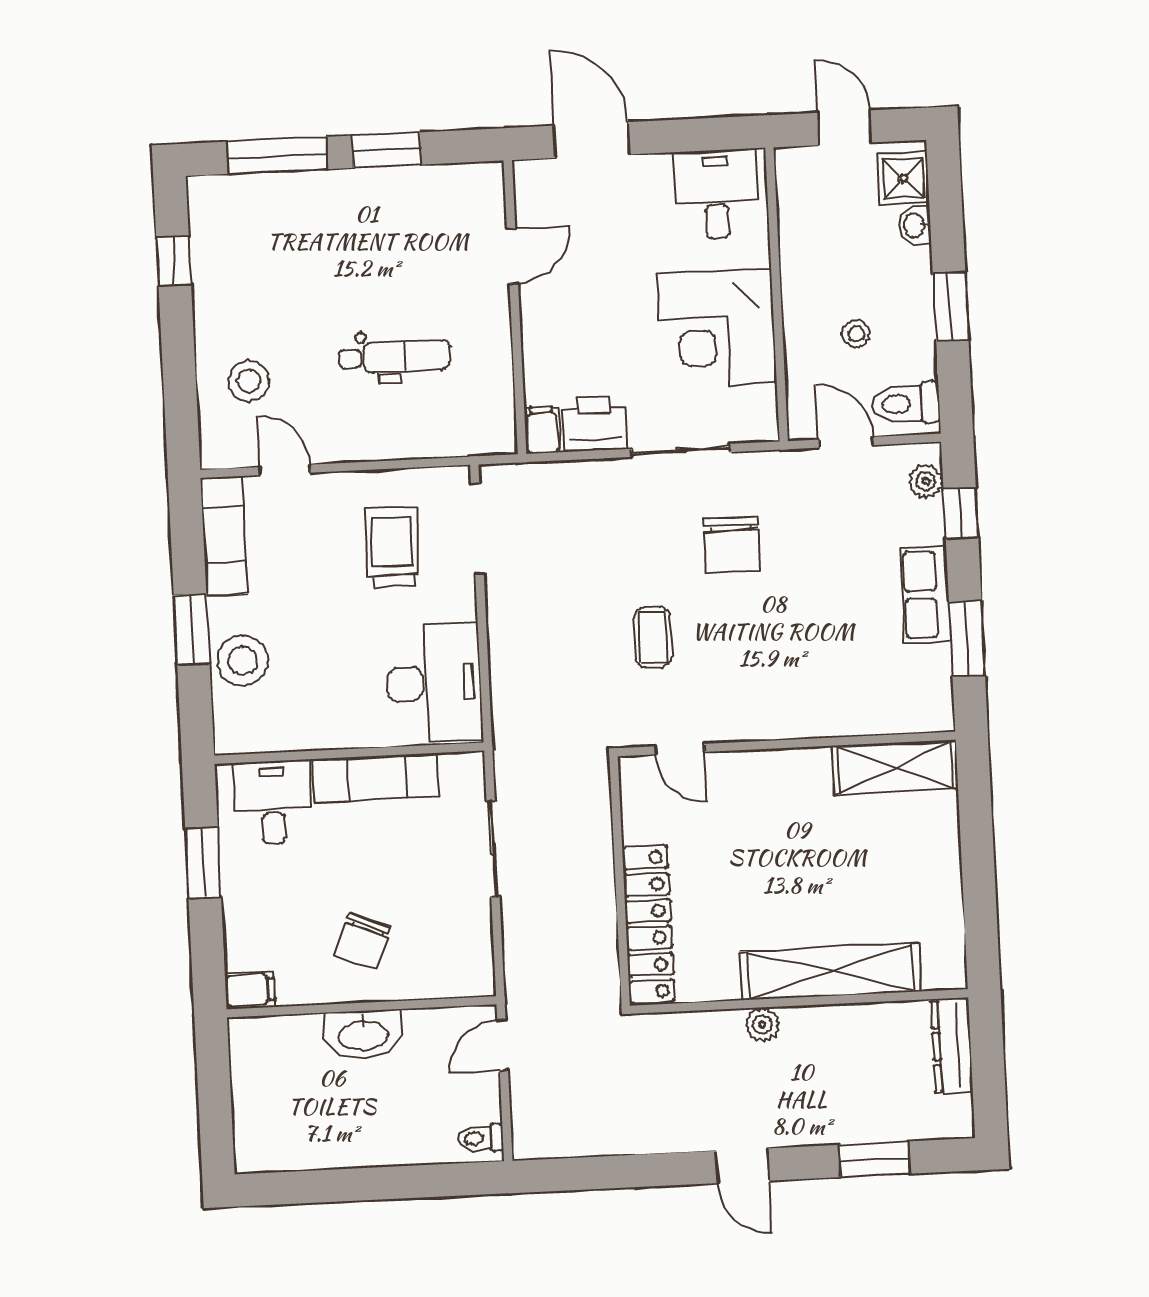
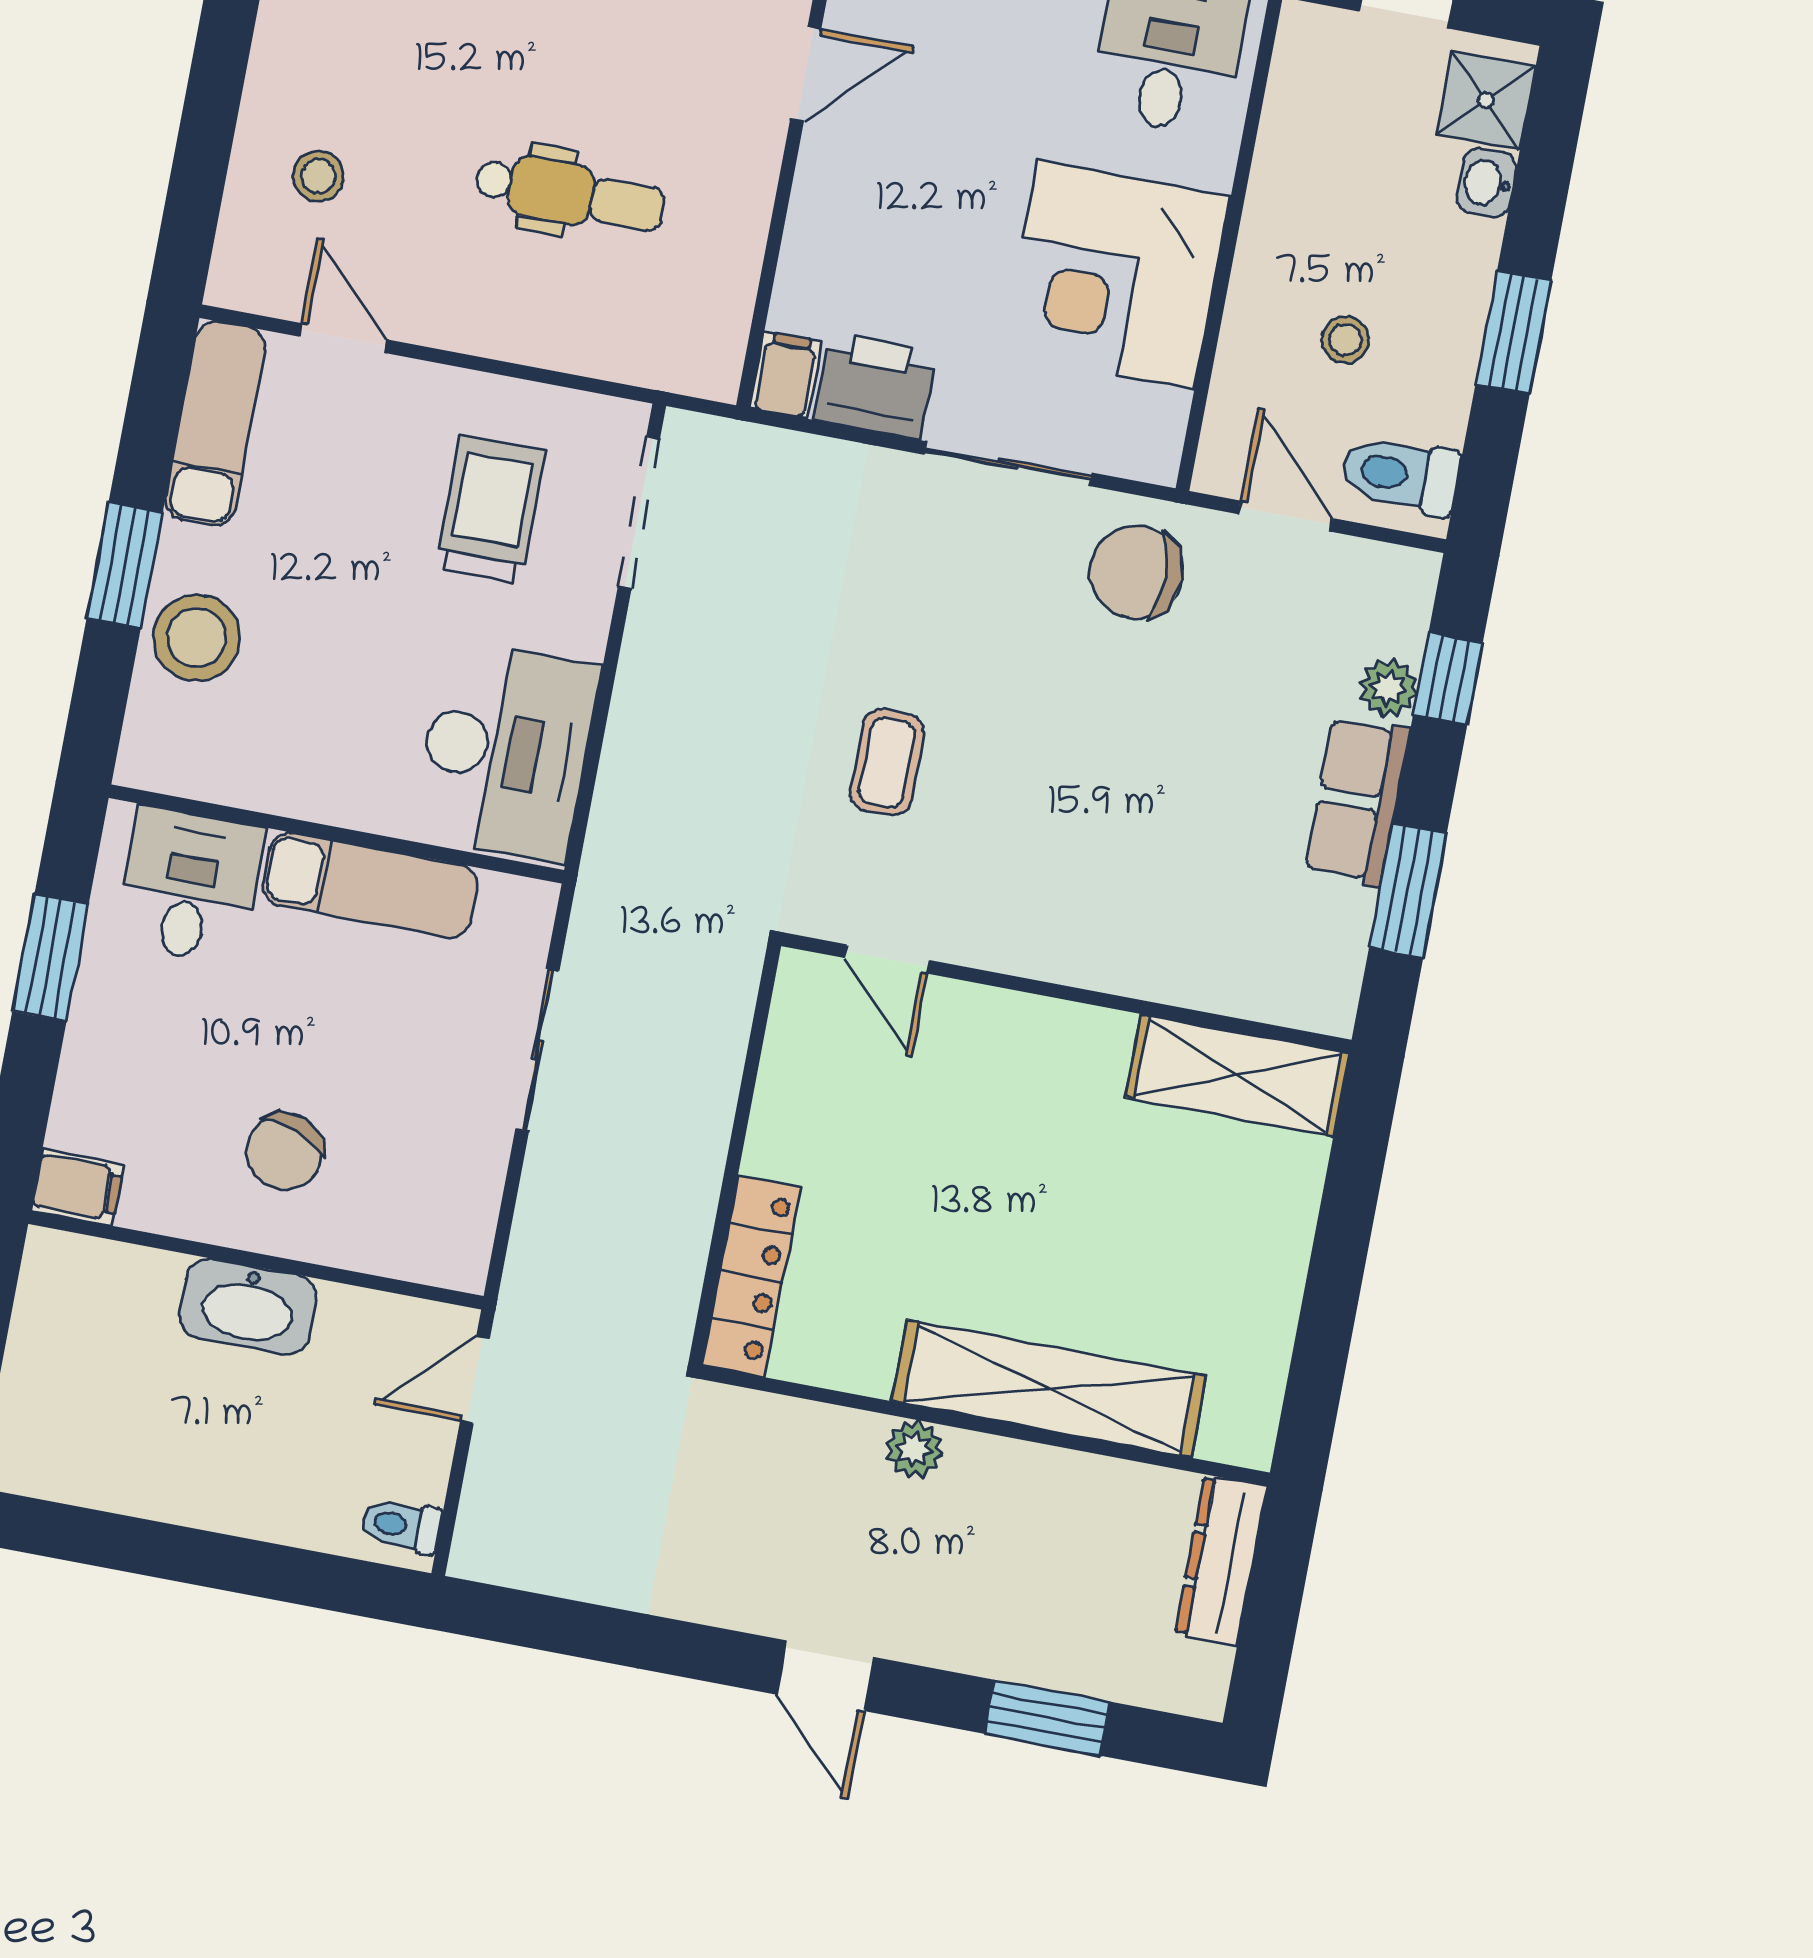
stool: (249, 381) -> (318, 176), width x0.73, depth x0.73
plant: (926, 481) -> (1388, 688), moved
chair: (732, 545) -> (1136, 572), moved, turned 90
locker: (649, 925) -> (751, 1276), width x0.71, depth x0.83

